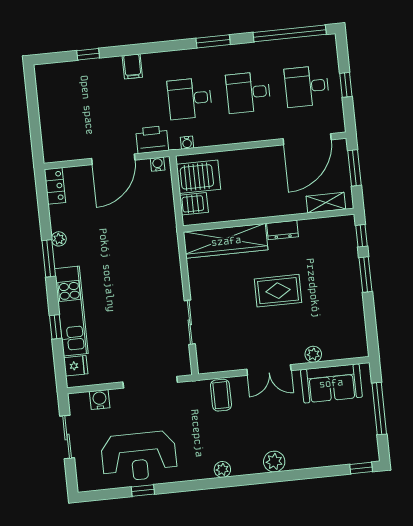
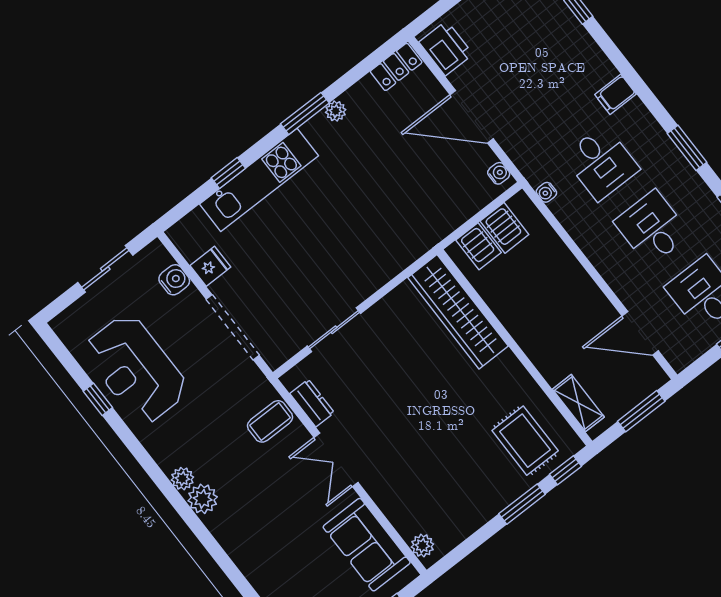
filing cabinet: (132, 66) -> (615, 94), moved
desk: (190, 98) -> (601, 163), turned 180
door: (307, 139) -> (640, 333), width x0.73
printer: (152, 140) -> (446, 48), moved
server rack: (198, 177) -> (504, 228), width x0.73, depth x0.70
dresser: (283, 230) -> (312, 403), moved, turned 180
rug: (278, 291) -> (525, 441), moved
plant: (313, 354) -> (422, 546), moved
fridge: (76, 366) -> (210, 266), moved, turned -90
plant: (274, 462) -> (203, 499), moved

